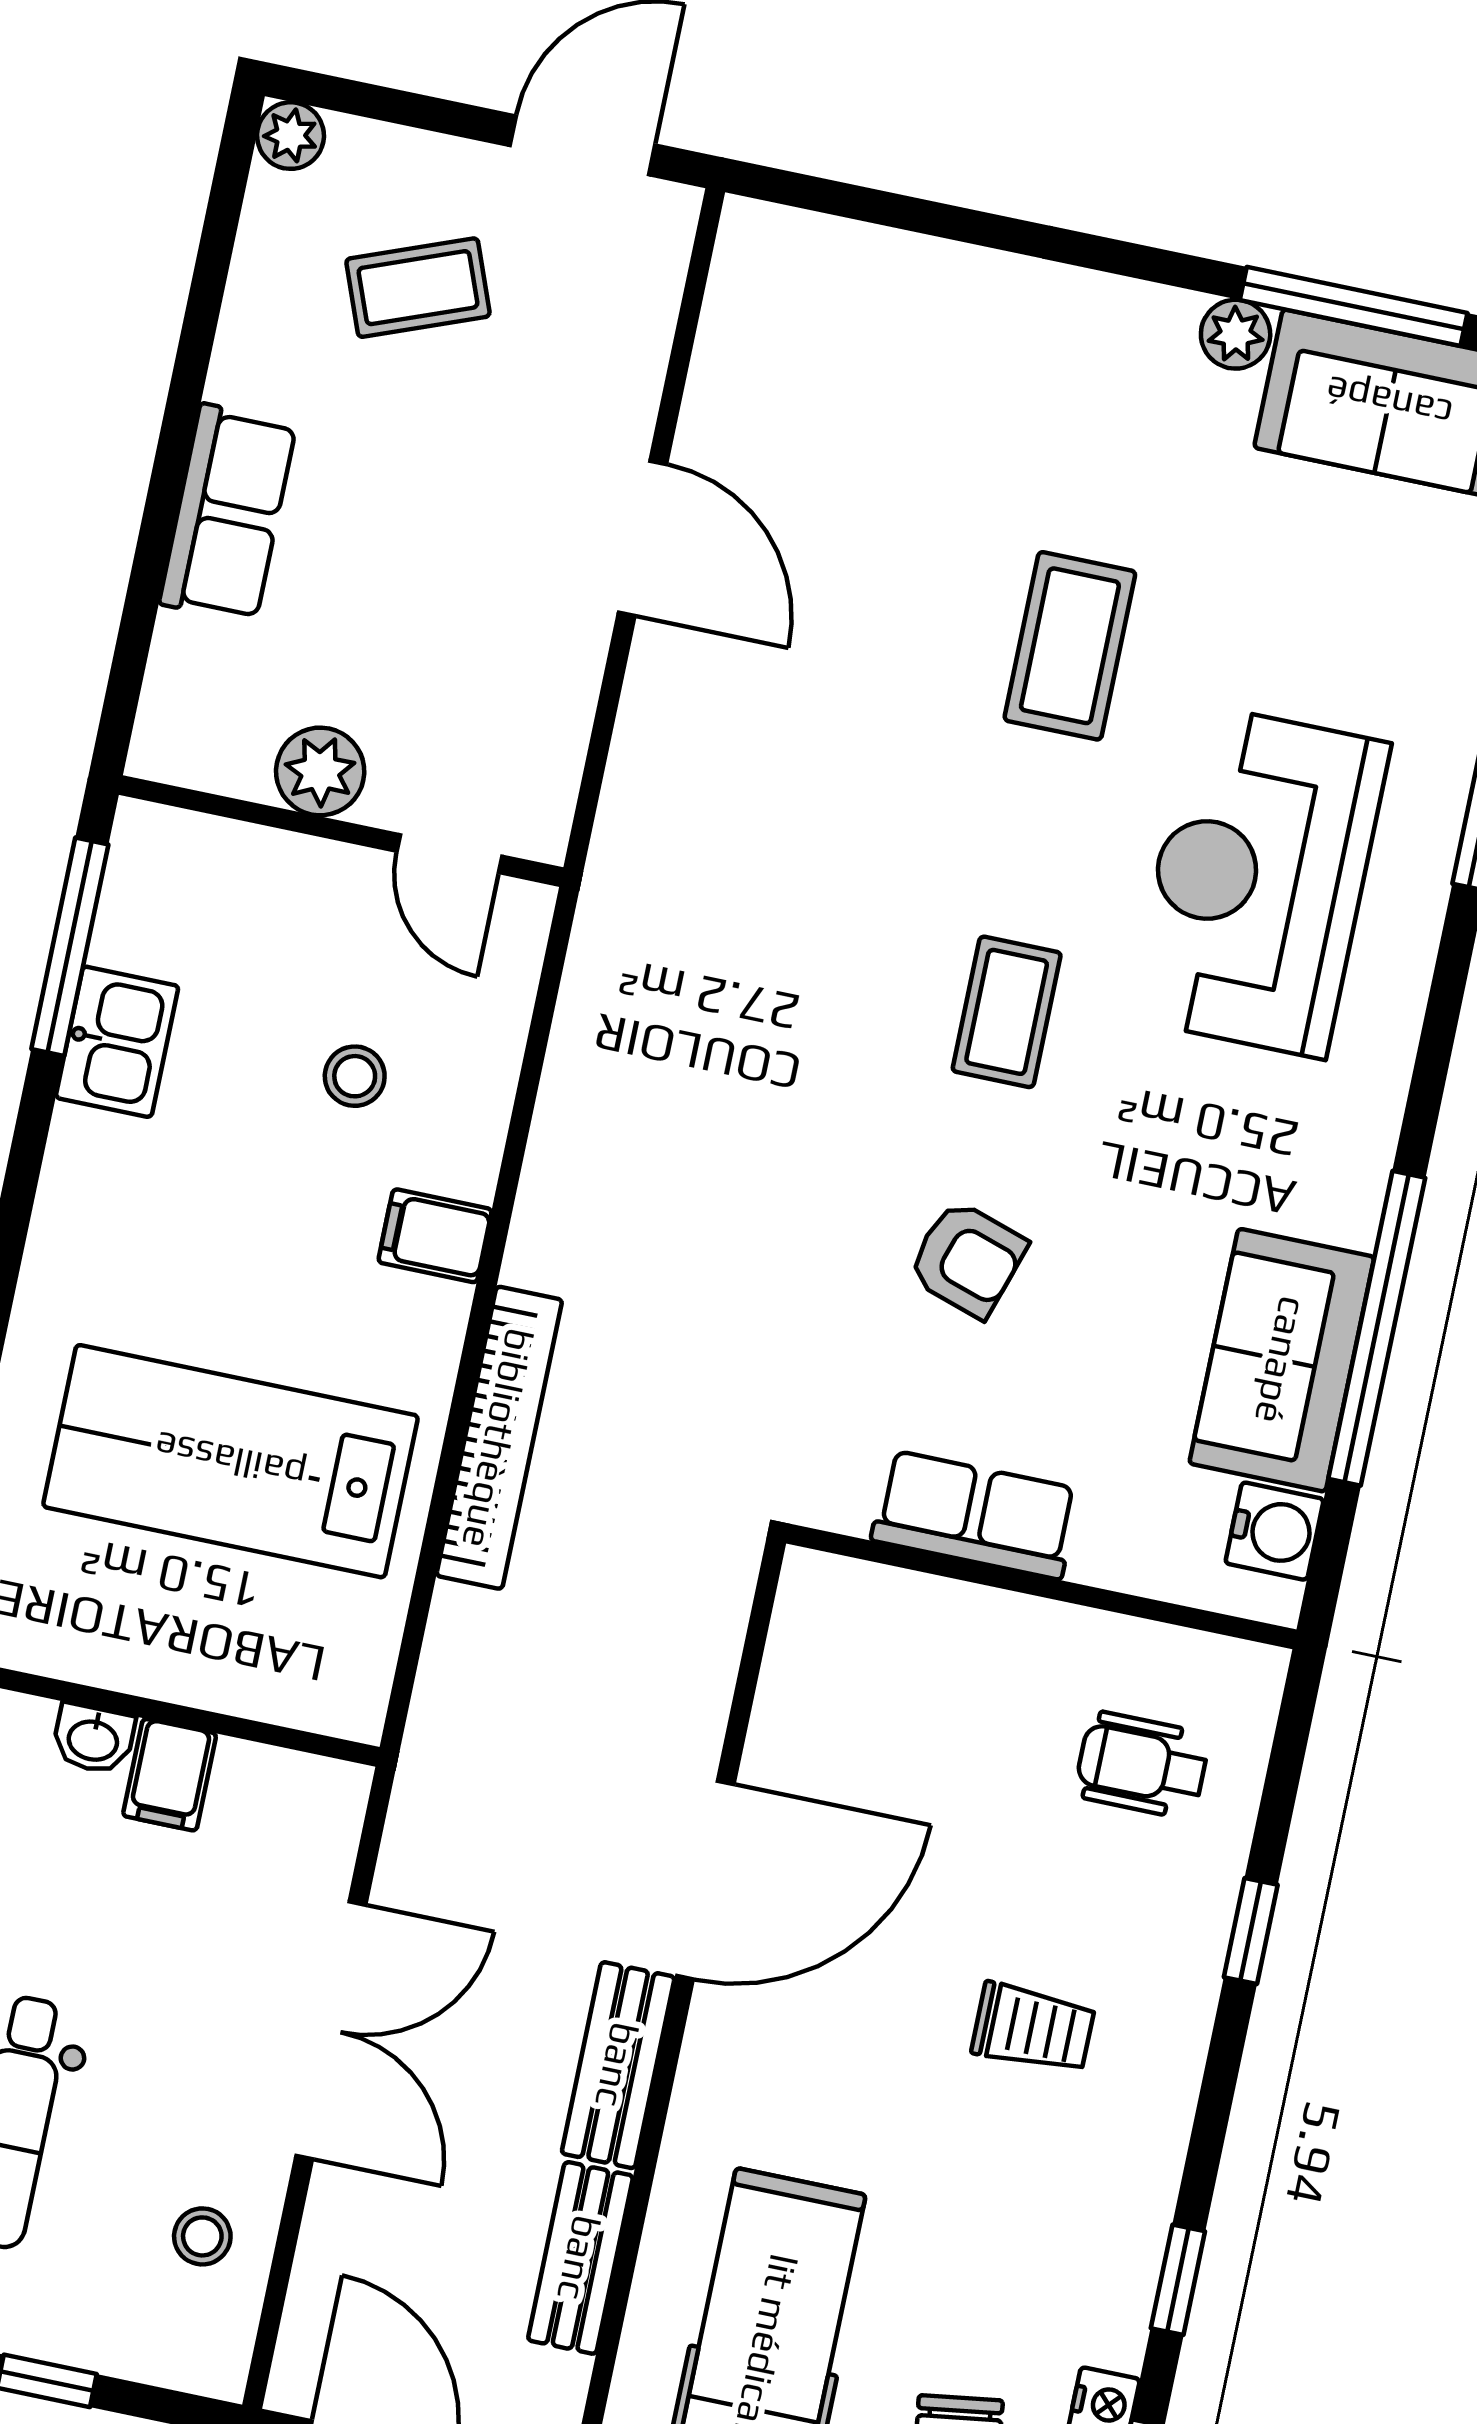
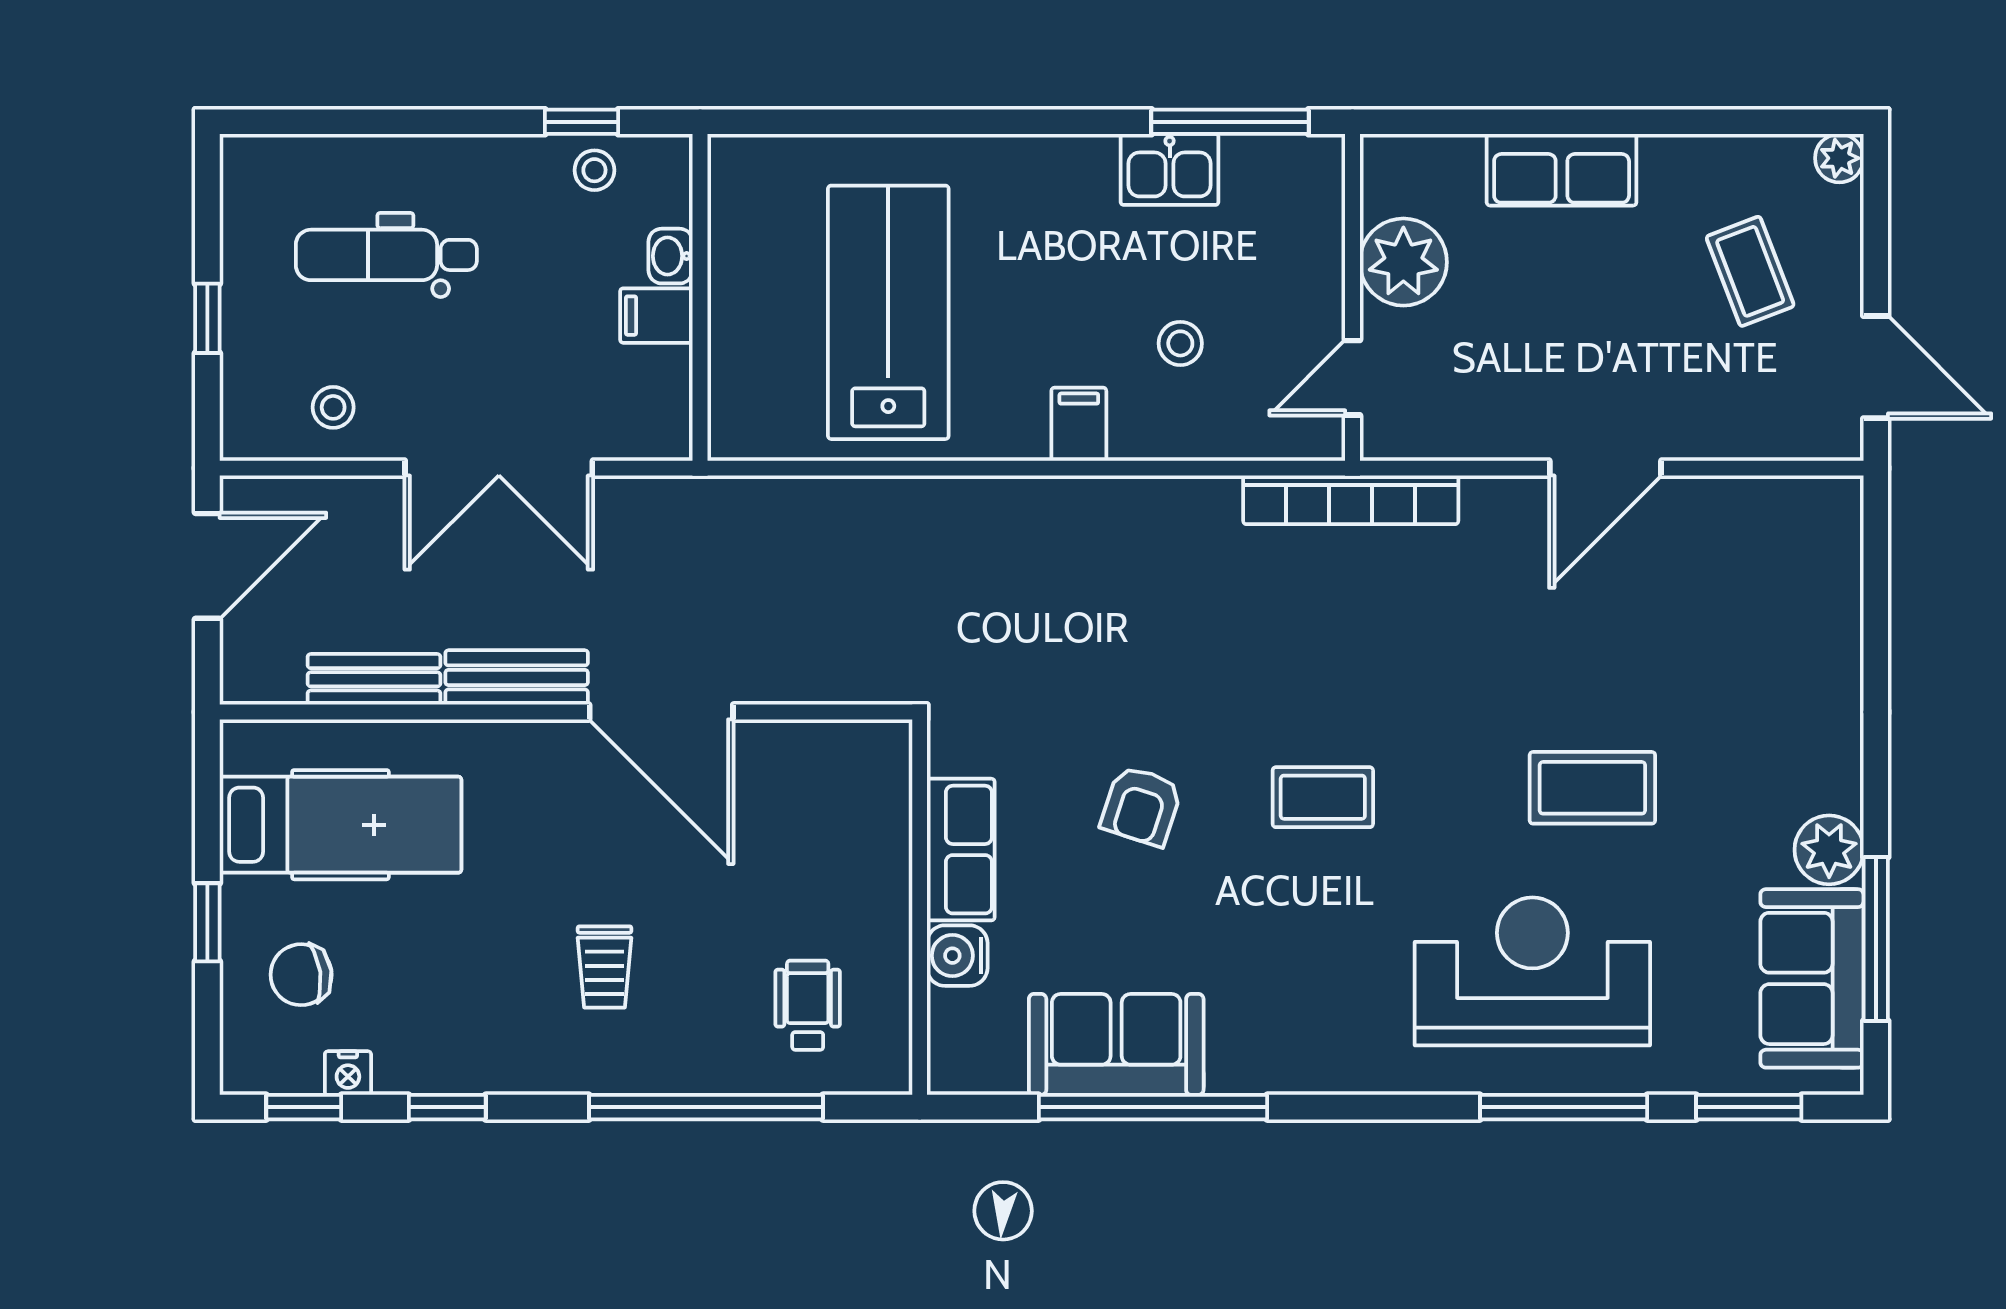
plant: (1236, 334) -> (1829, 850), width x1.38, depth x1.38
plant: (320, 771) -> (1403, 262), width x1.36, depth x1.36
reception desk: (1259, 881) -> (1532, 971), moved
bookcase: (499, 1438) -> (1351, 500), moved
water cooler: (1274, 1531) -> (957, 956), moved, turned 90
window: (1251, 1931) -> (706, 1107), width x3.17

